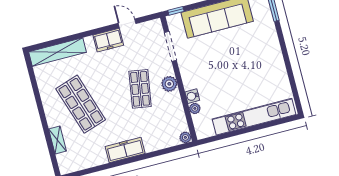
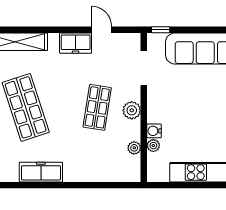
plant: (185, 137) -> (134, 148), moved
freezer: (125, 150) -> (41, 172), moved

